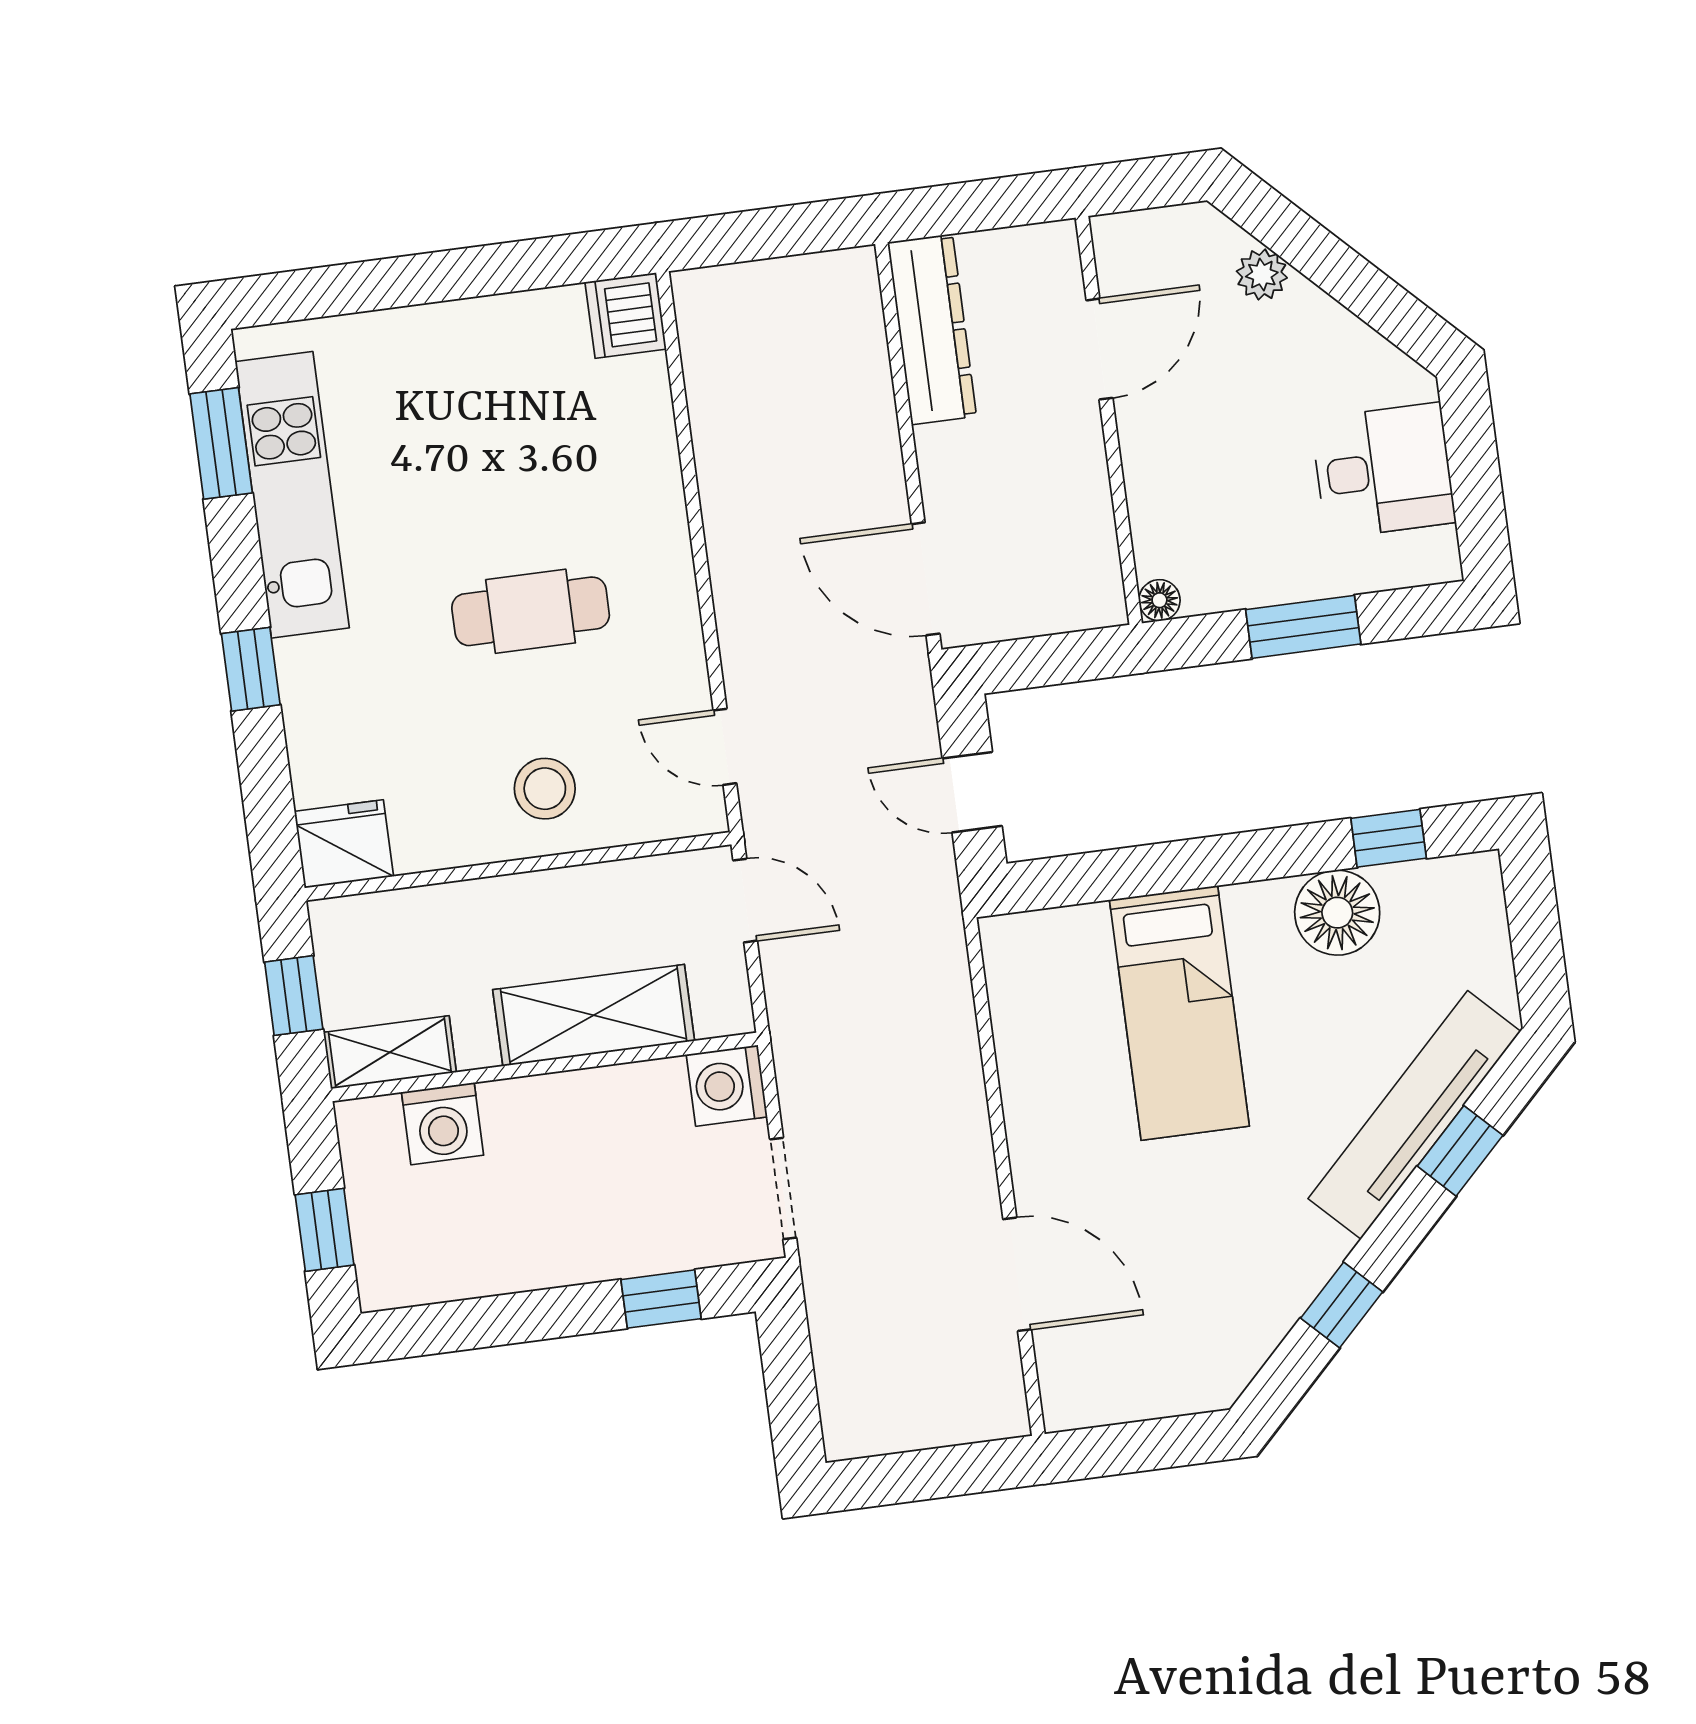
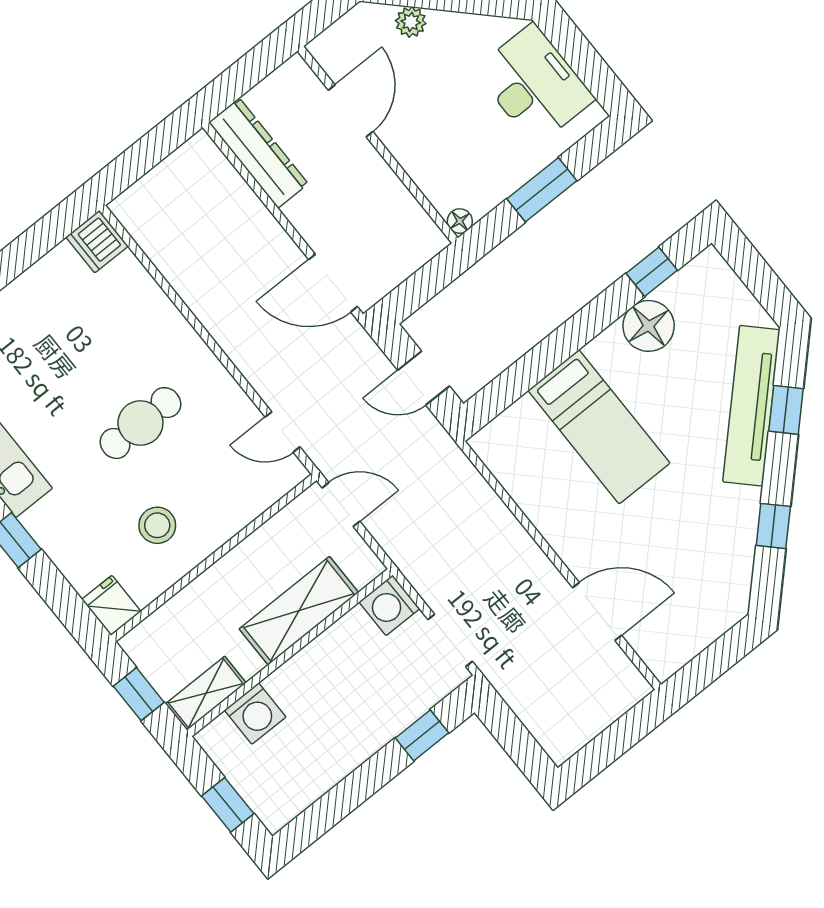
desk: (1383, 471) -> (534, 85), width x1.37
stool: (545, 789) -> (157, 525), moved
fridge: (344, 844) -> (111, 605), width x0.72

